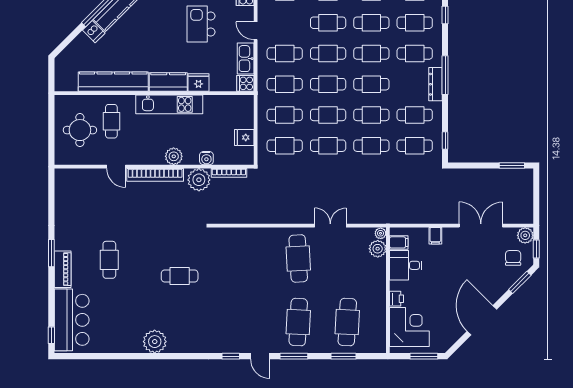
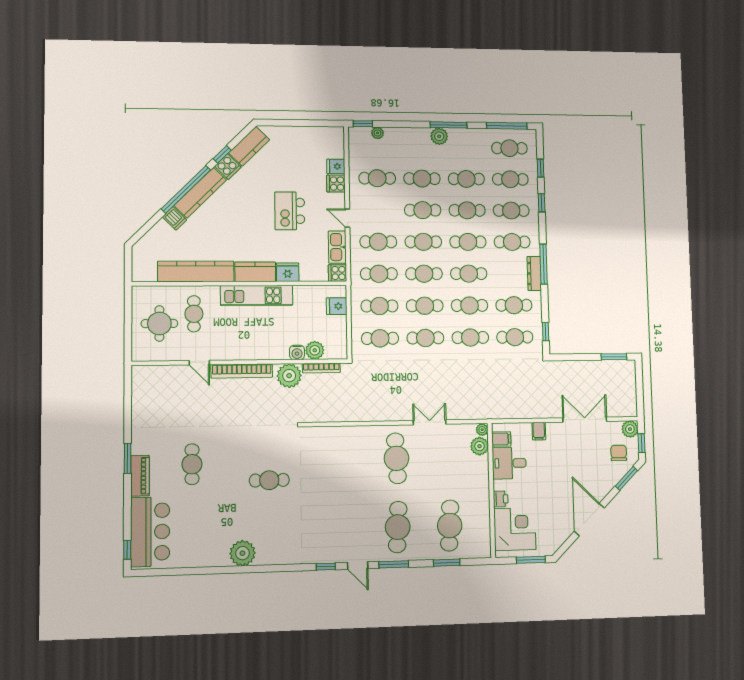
fridge: (244, 137) -> (337, 306), moved
plant: (174, 156) -> (315, 350), moved

